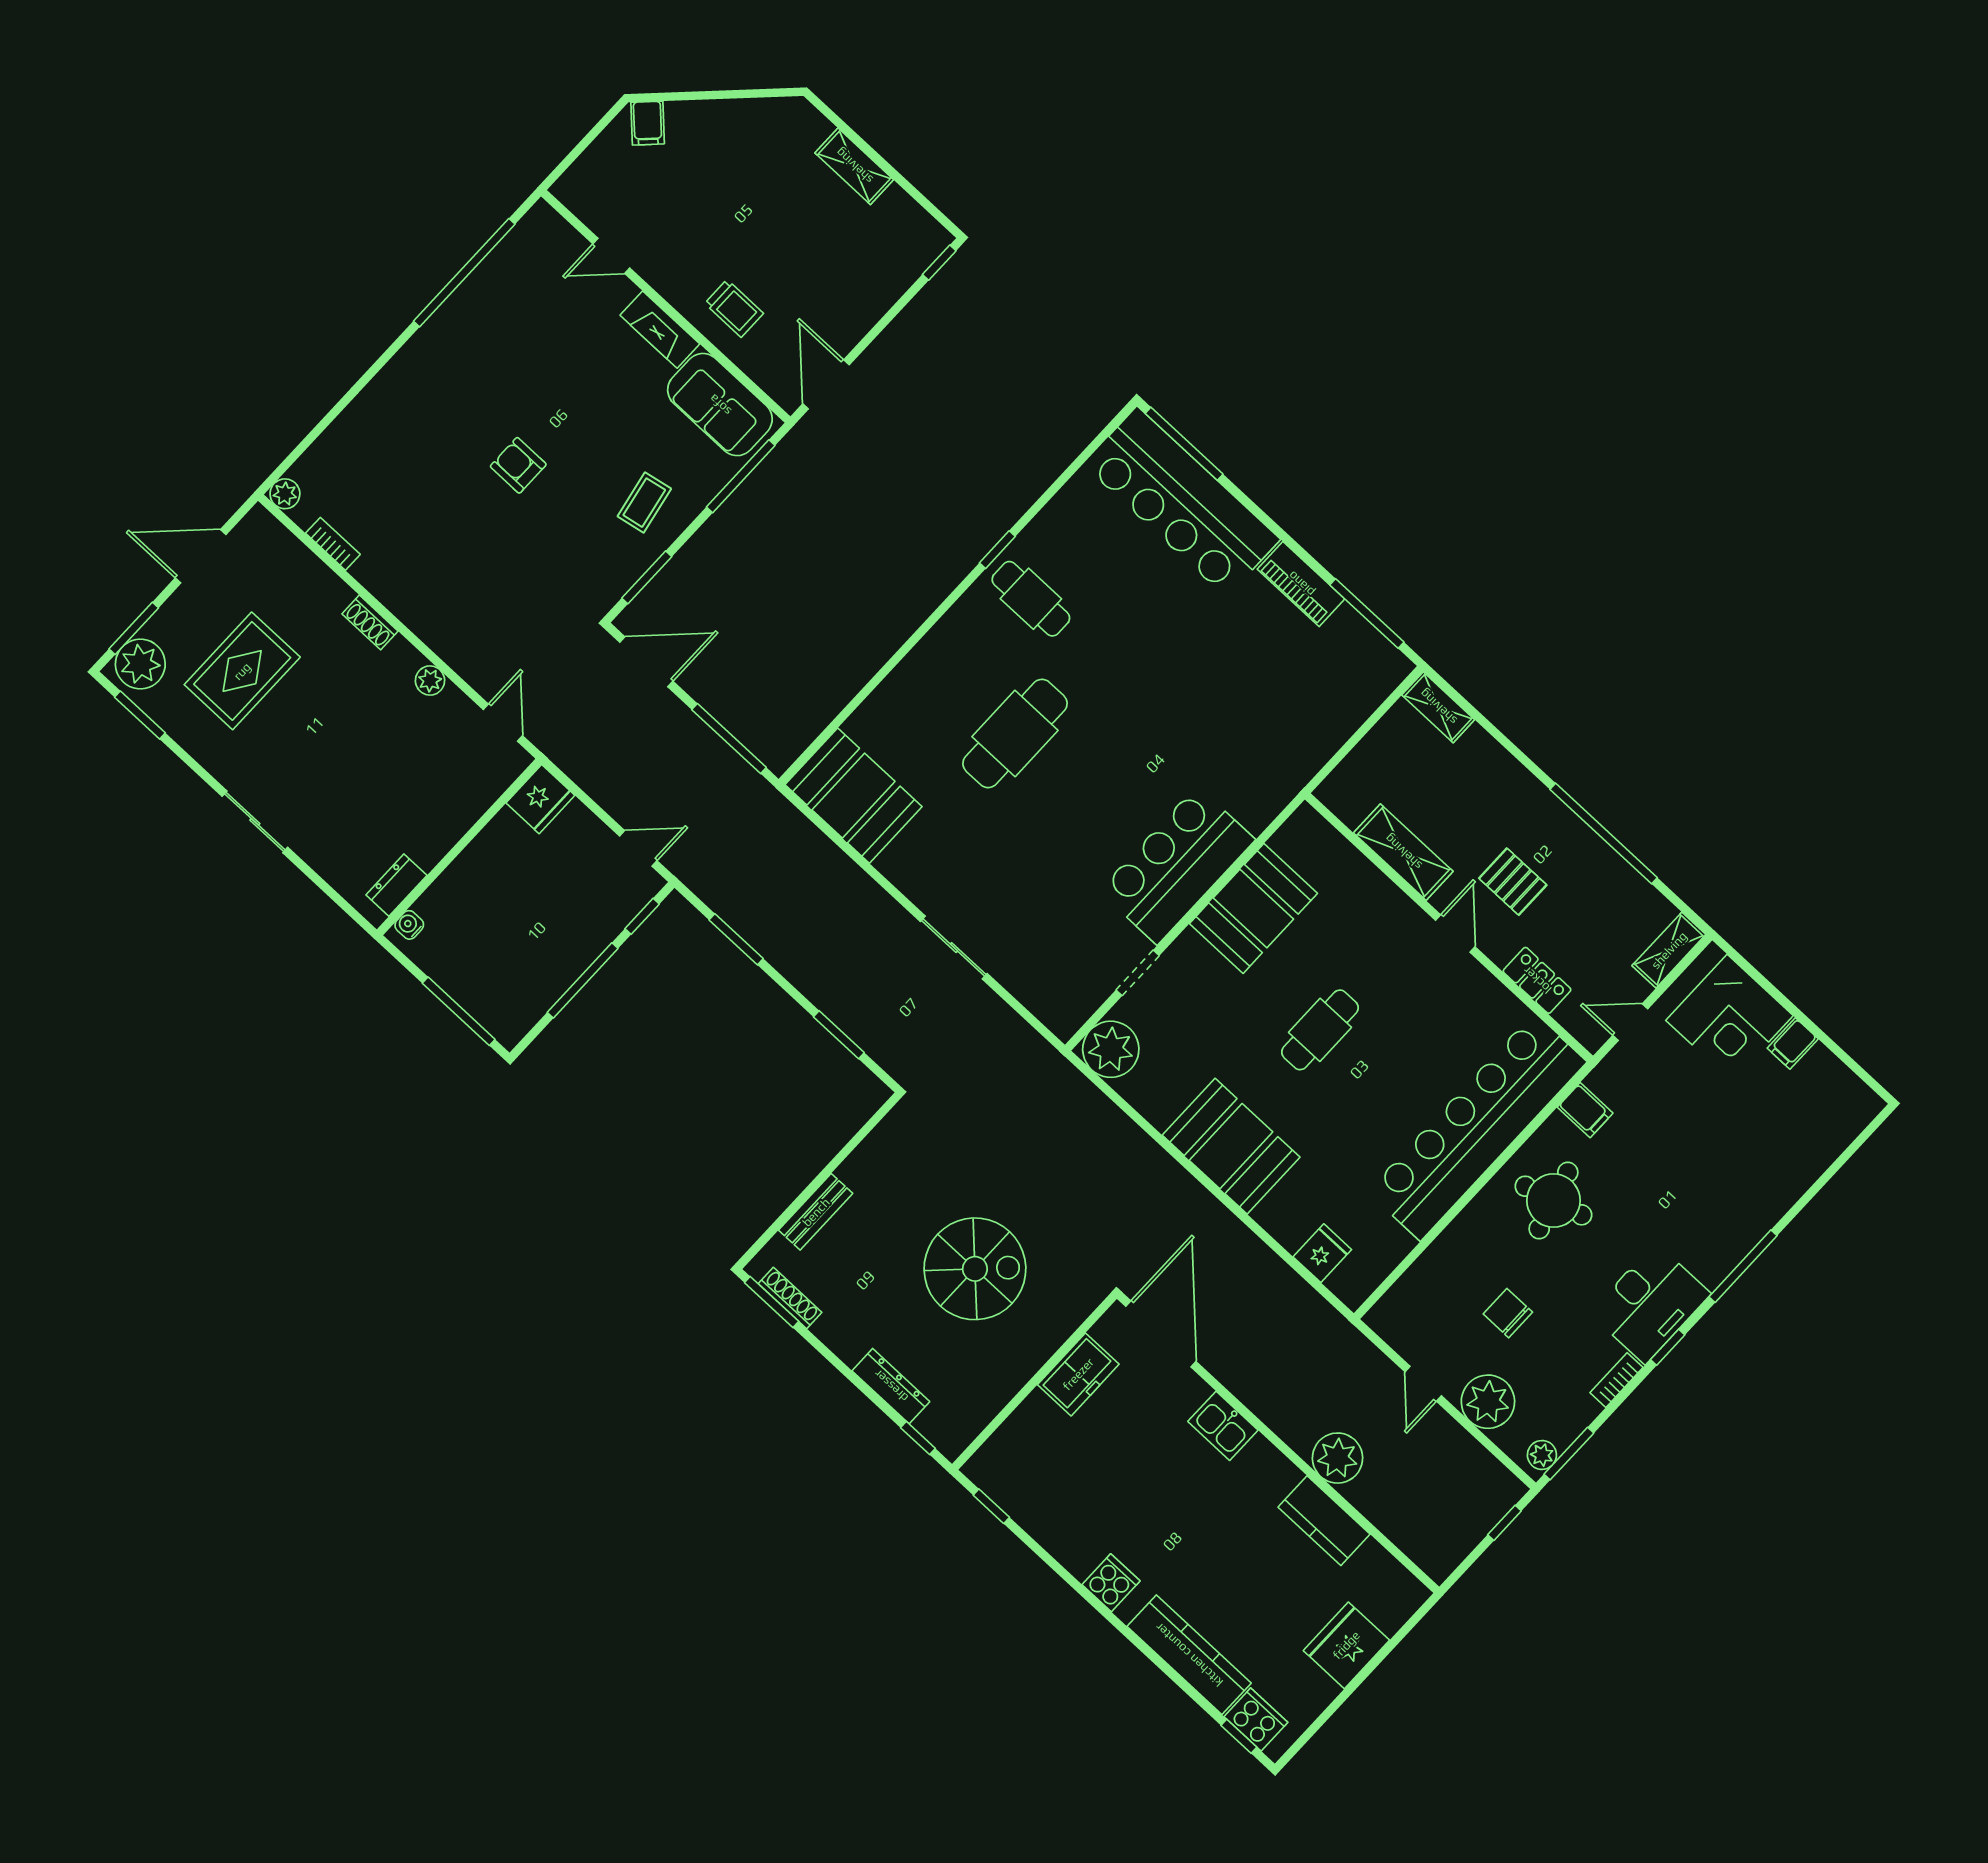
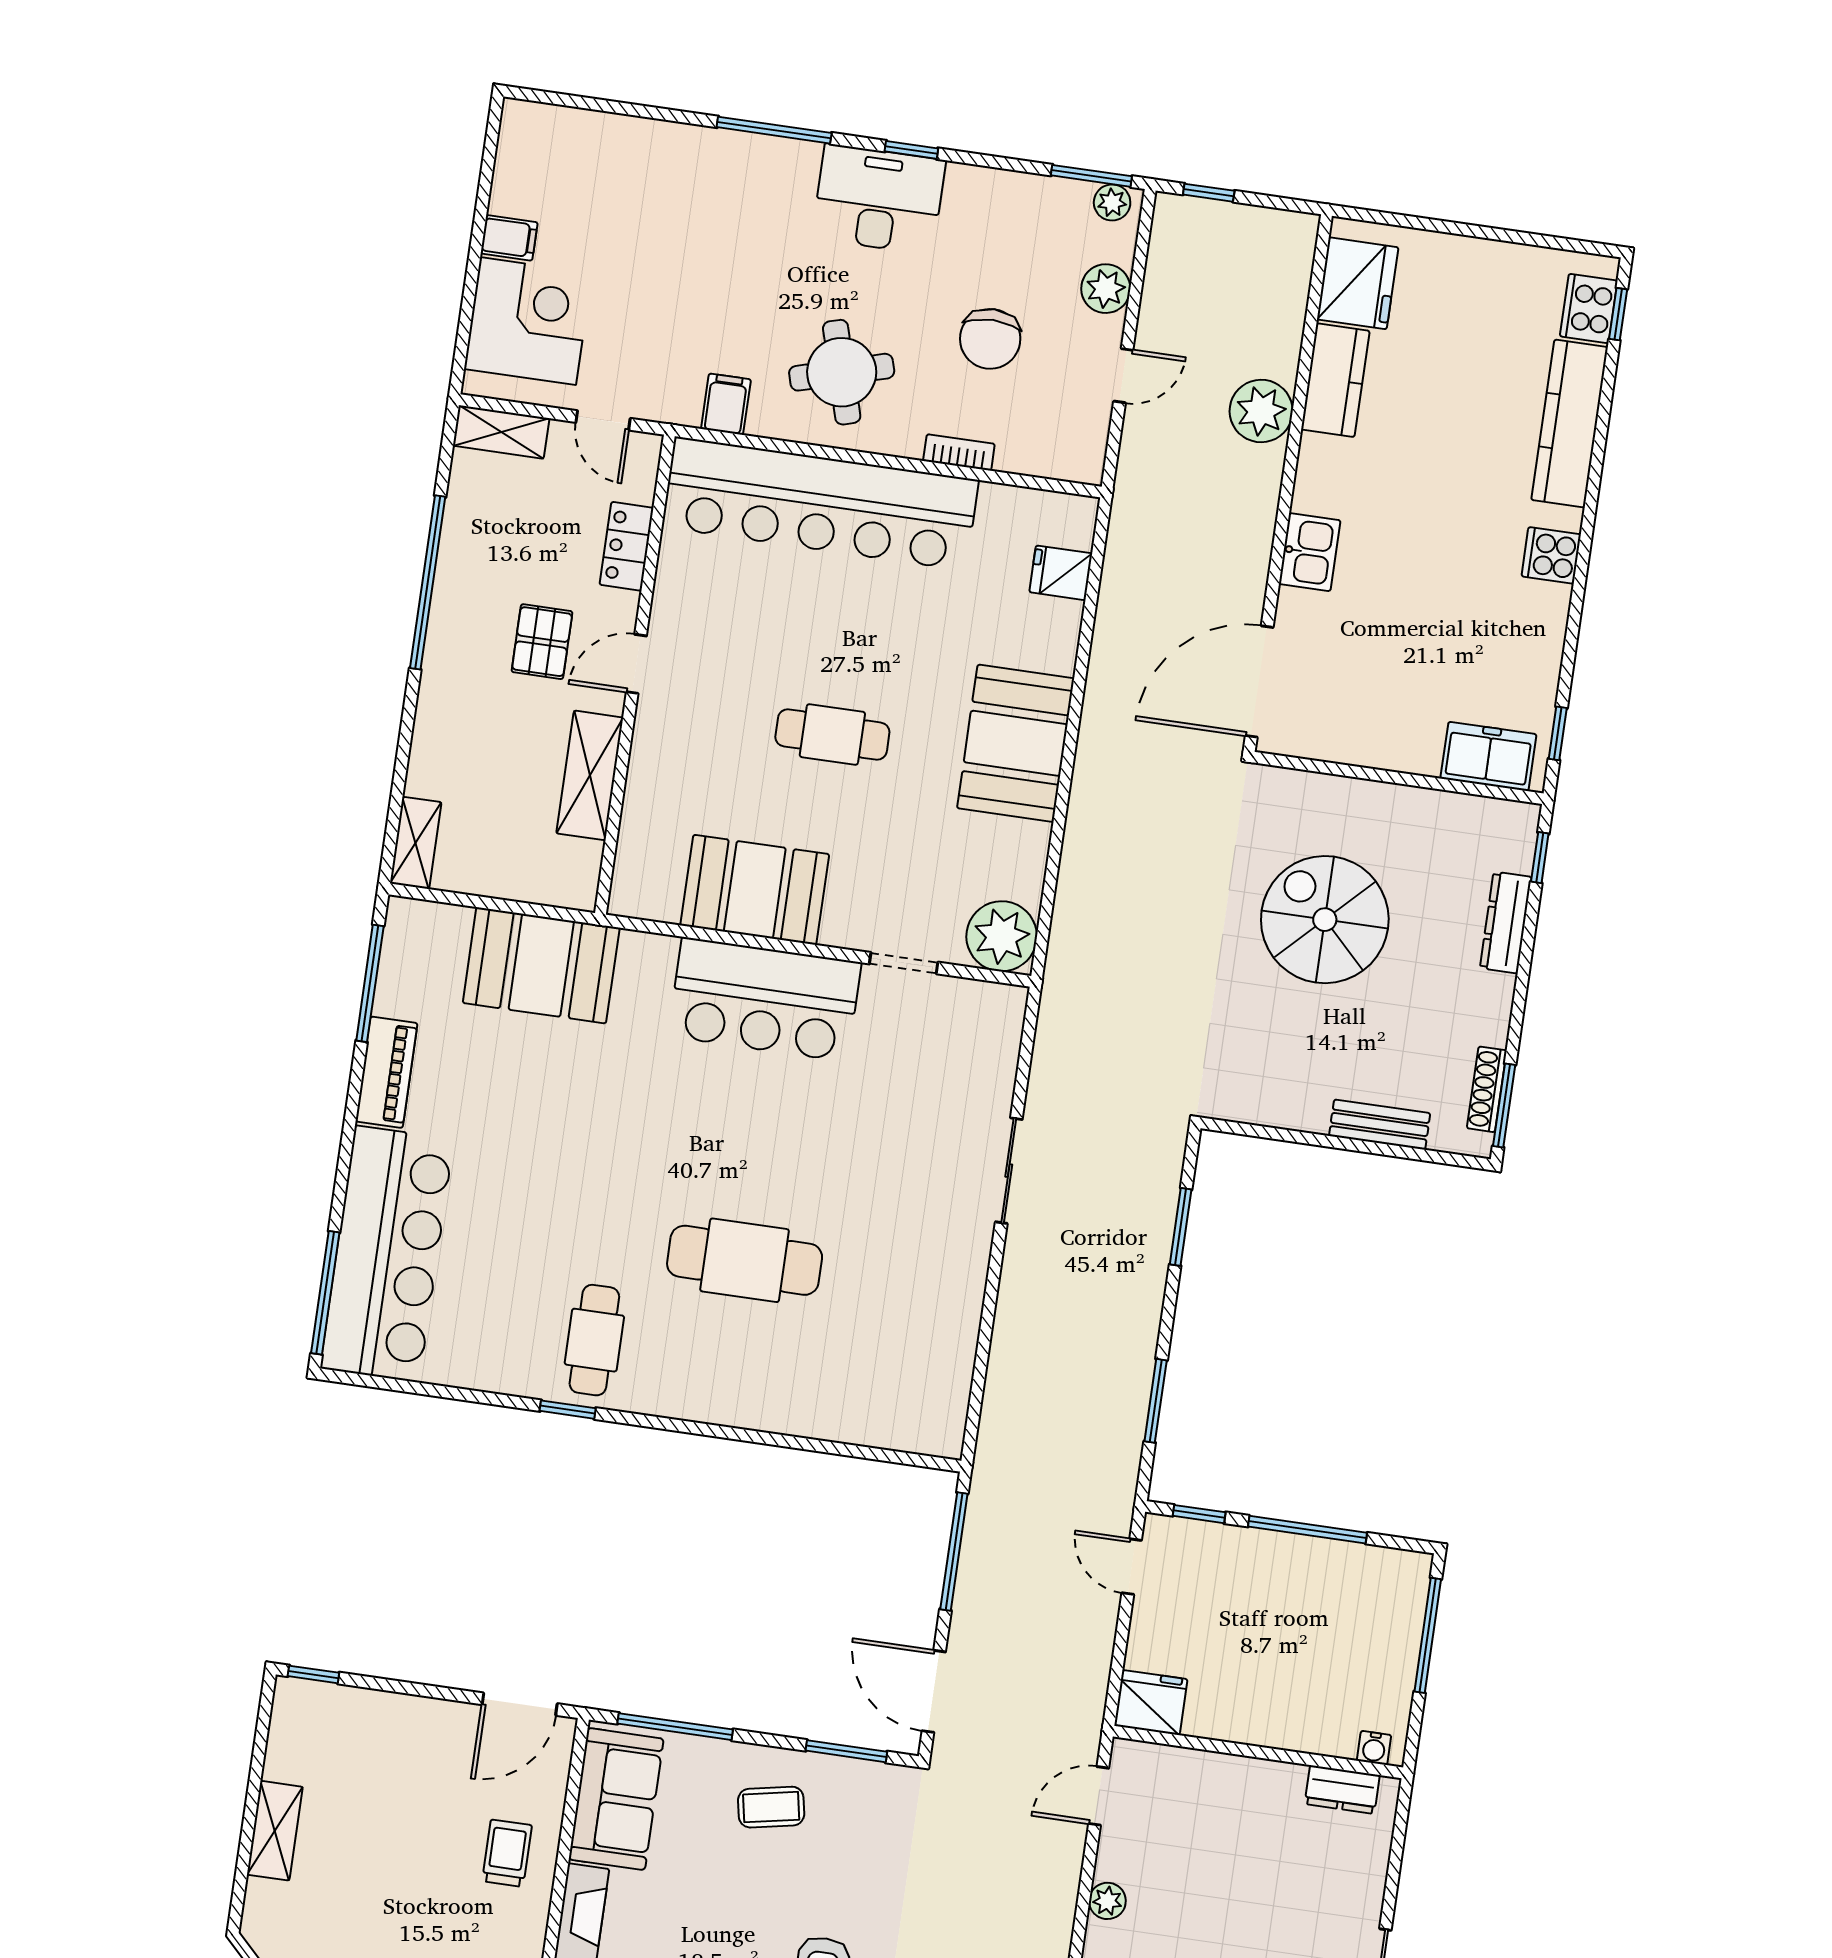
booth: (853, 796) -> (541, 965), moved, turned 90
chair: (1508, 1313) -> (990, 339), width x1.37, depth x1.37
freezer: (1078, 1374) -> (1488, 756), moved
bookcase: (1616, 1380) -> (959, 452), moved, turned 180
plant: (1488, 1402) -> (1106, 289), width x0.73, depth x0.73
fridge: (1346, 1645) -> (1358, 283), moved, turned -90

